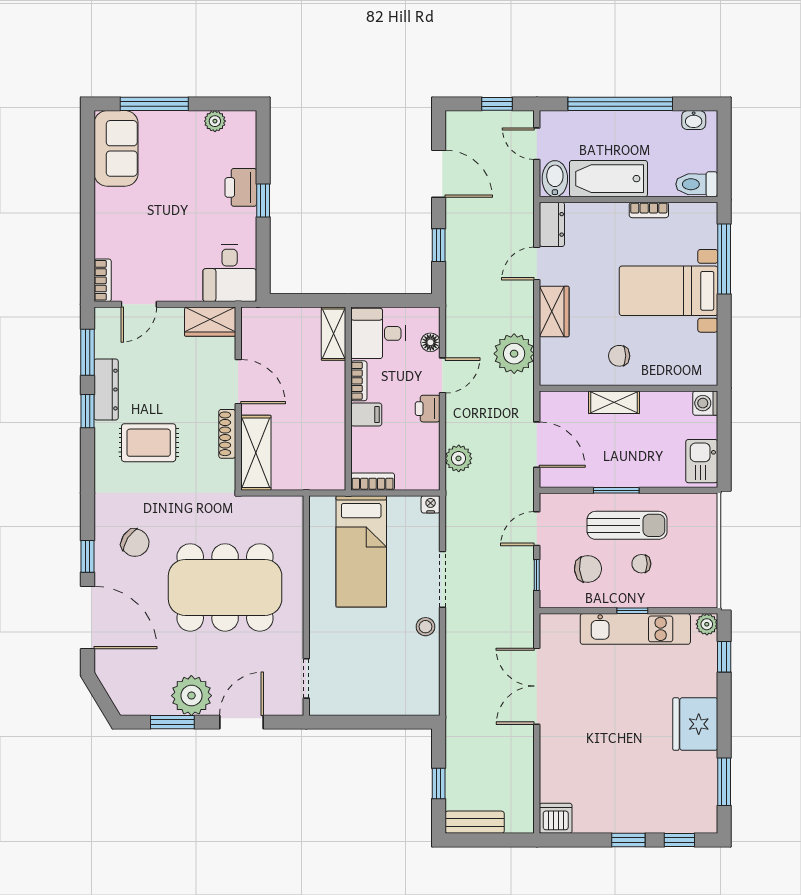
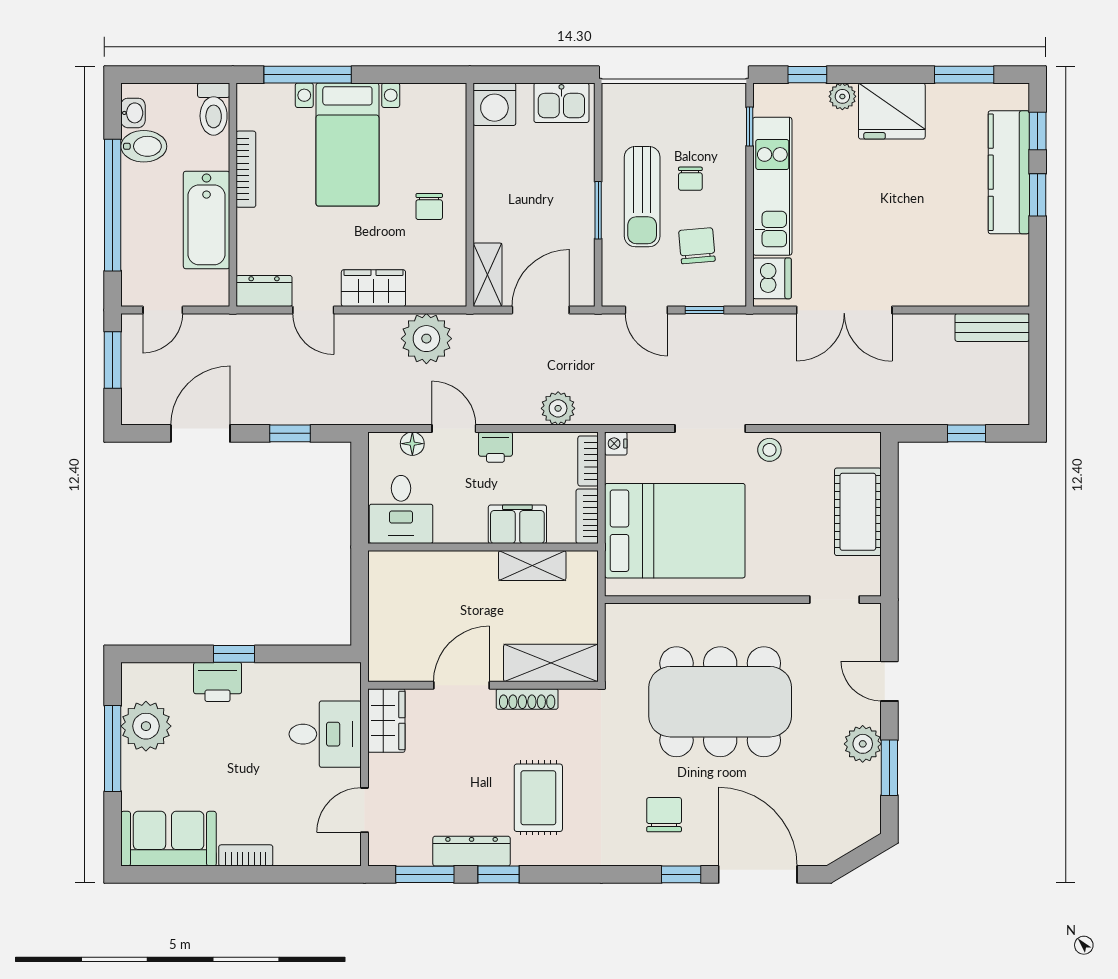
window: (154, 104) -> (113, 749), moved
window: (497, 104) -> (113, 360), width x1.50
plant: (215, 121) -> (146, 726), width x1.88, depth x1.88
bidet: (555, 179) -> (144, 146), moved, turned 180
bookcase: (649, 210) -> (246, 169), width x1.56
desk: (230, 273) -> (325, 734), moved
bookcase: (103, 280) -> (246, 855), moved
door: (139, 304) -> (364, 810), swing flipped
shelving: (334, 334) -> (532, 565), moved
bookcase: (359, 381) -> (588, 461), moved, turned -90
shelving: (614, 402) -> (487, 275), moved
washing machine: (705, 403) -> (494, 104), width x1.38, depth x1.38
filing cabinet: (366, 415) -> (517, 524), width x2.00
sun lounger: (627, 525) -> (642, 197), turned 180
chair: (135, 543) -> (664, 815), turned -33
bed: (361, 551) -> (675, 531), width x1.50
dining table: (225, 587) -> (720, 702), turned 90
window: (632, 611) -> (750, 127), moved
door: (88, 617) -> (758, 874), hinge flipped
plant: (707, 624) -> (842, 96), moved
plant: (191, 696) -> (863, 744), width x0.73, depth x0.73
cot: (376, 697) -> (858, 512), added
door: (241, 722) -> (889, 681), width x0.73
kitchen counter: (646, 817) -> (1009, 172), added
dishwasher: (556, 818) -> (772, 278), moved, turned 180
bench: (475, 822) -> (992, 327), moved, turned 90

